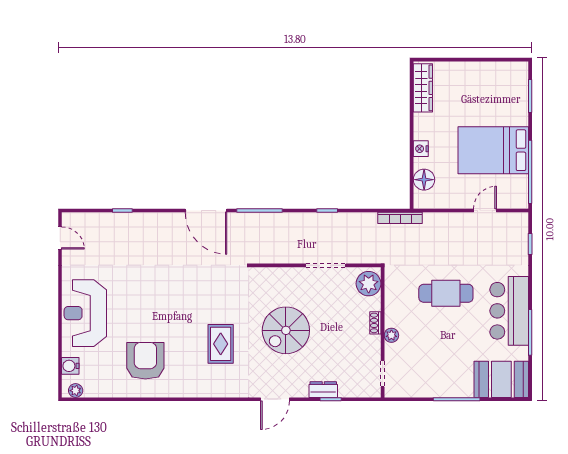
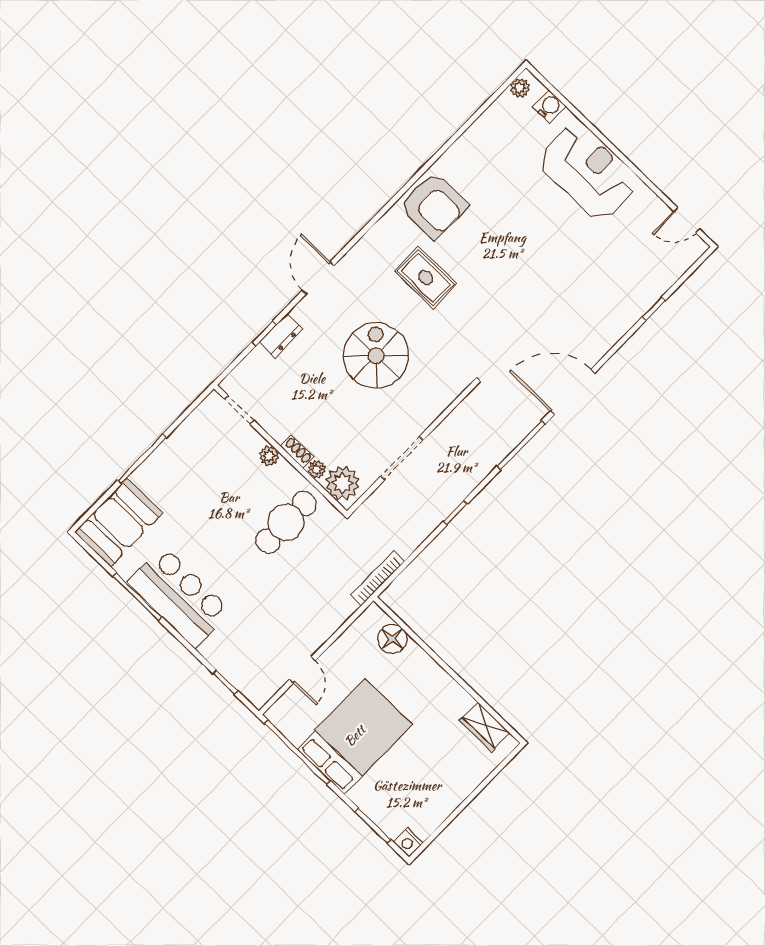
wardrobe: (423, 88) -> (485, 727), width x0.67
nightstand: (421, 149) -> (408, 842), moved, turned 180
cafe table: (446, 293) -> (286, 522), moved
plant: (374, 304) -> (317, 469), added
armchair: (145, 361) -> (434, 205), moved

